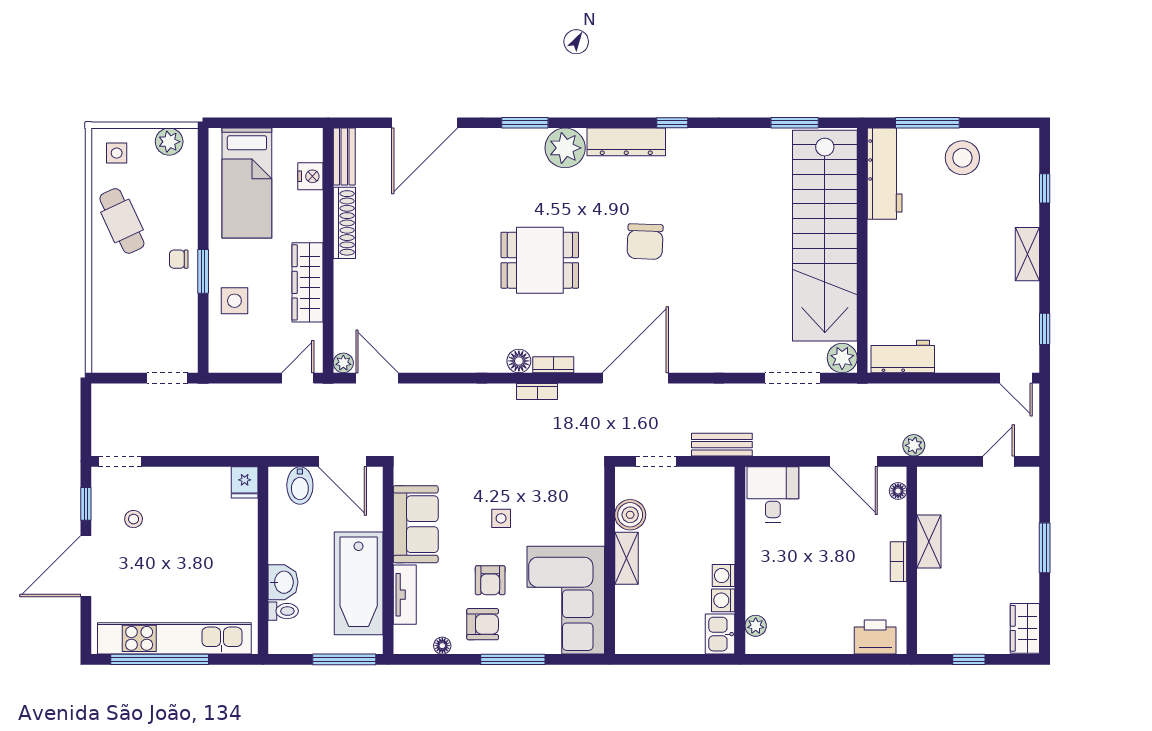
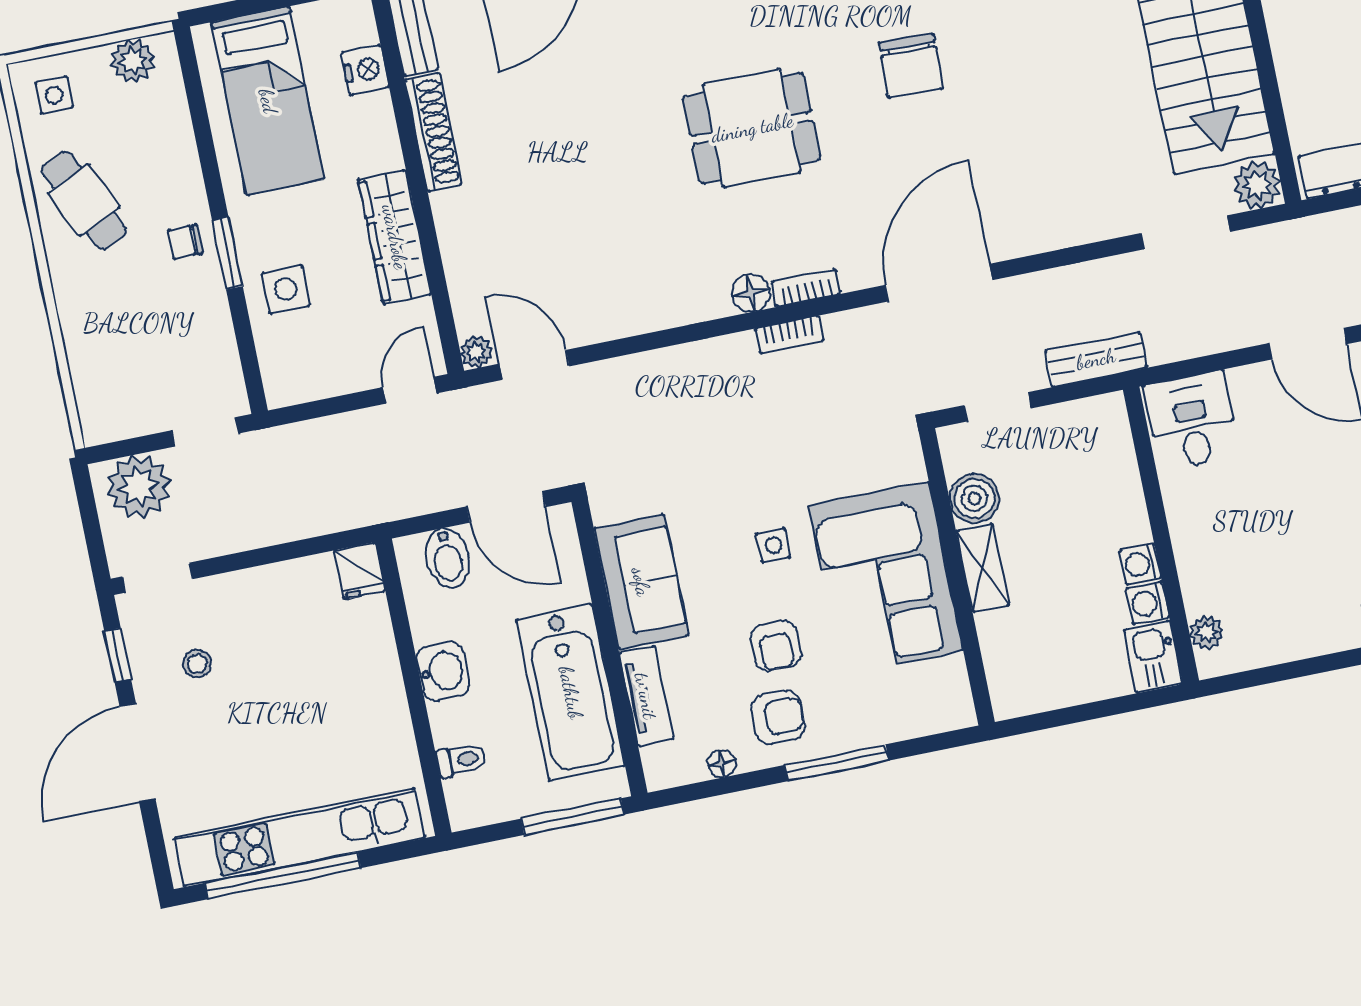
plant: (120, 403) -> (139, 487), added
washbasin: (283, 582) -> (443, 671), moved
corner sofa: (566, 600) -> (886, 578), moved

